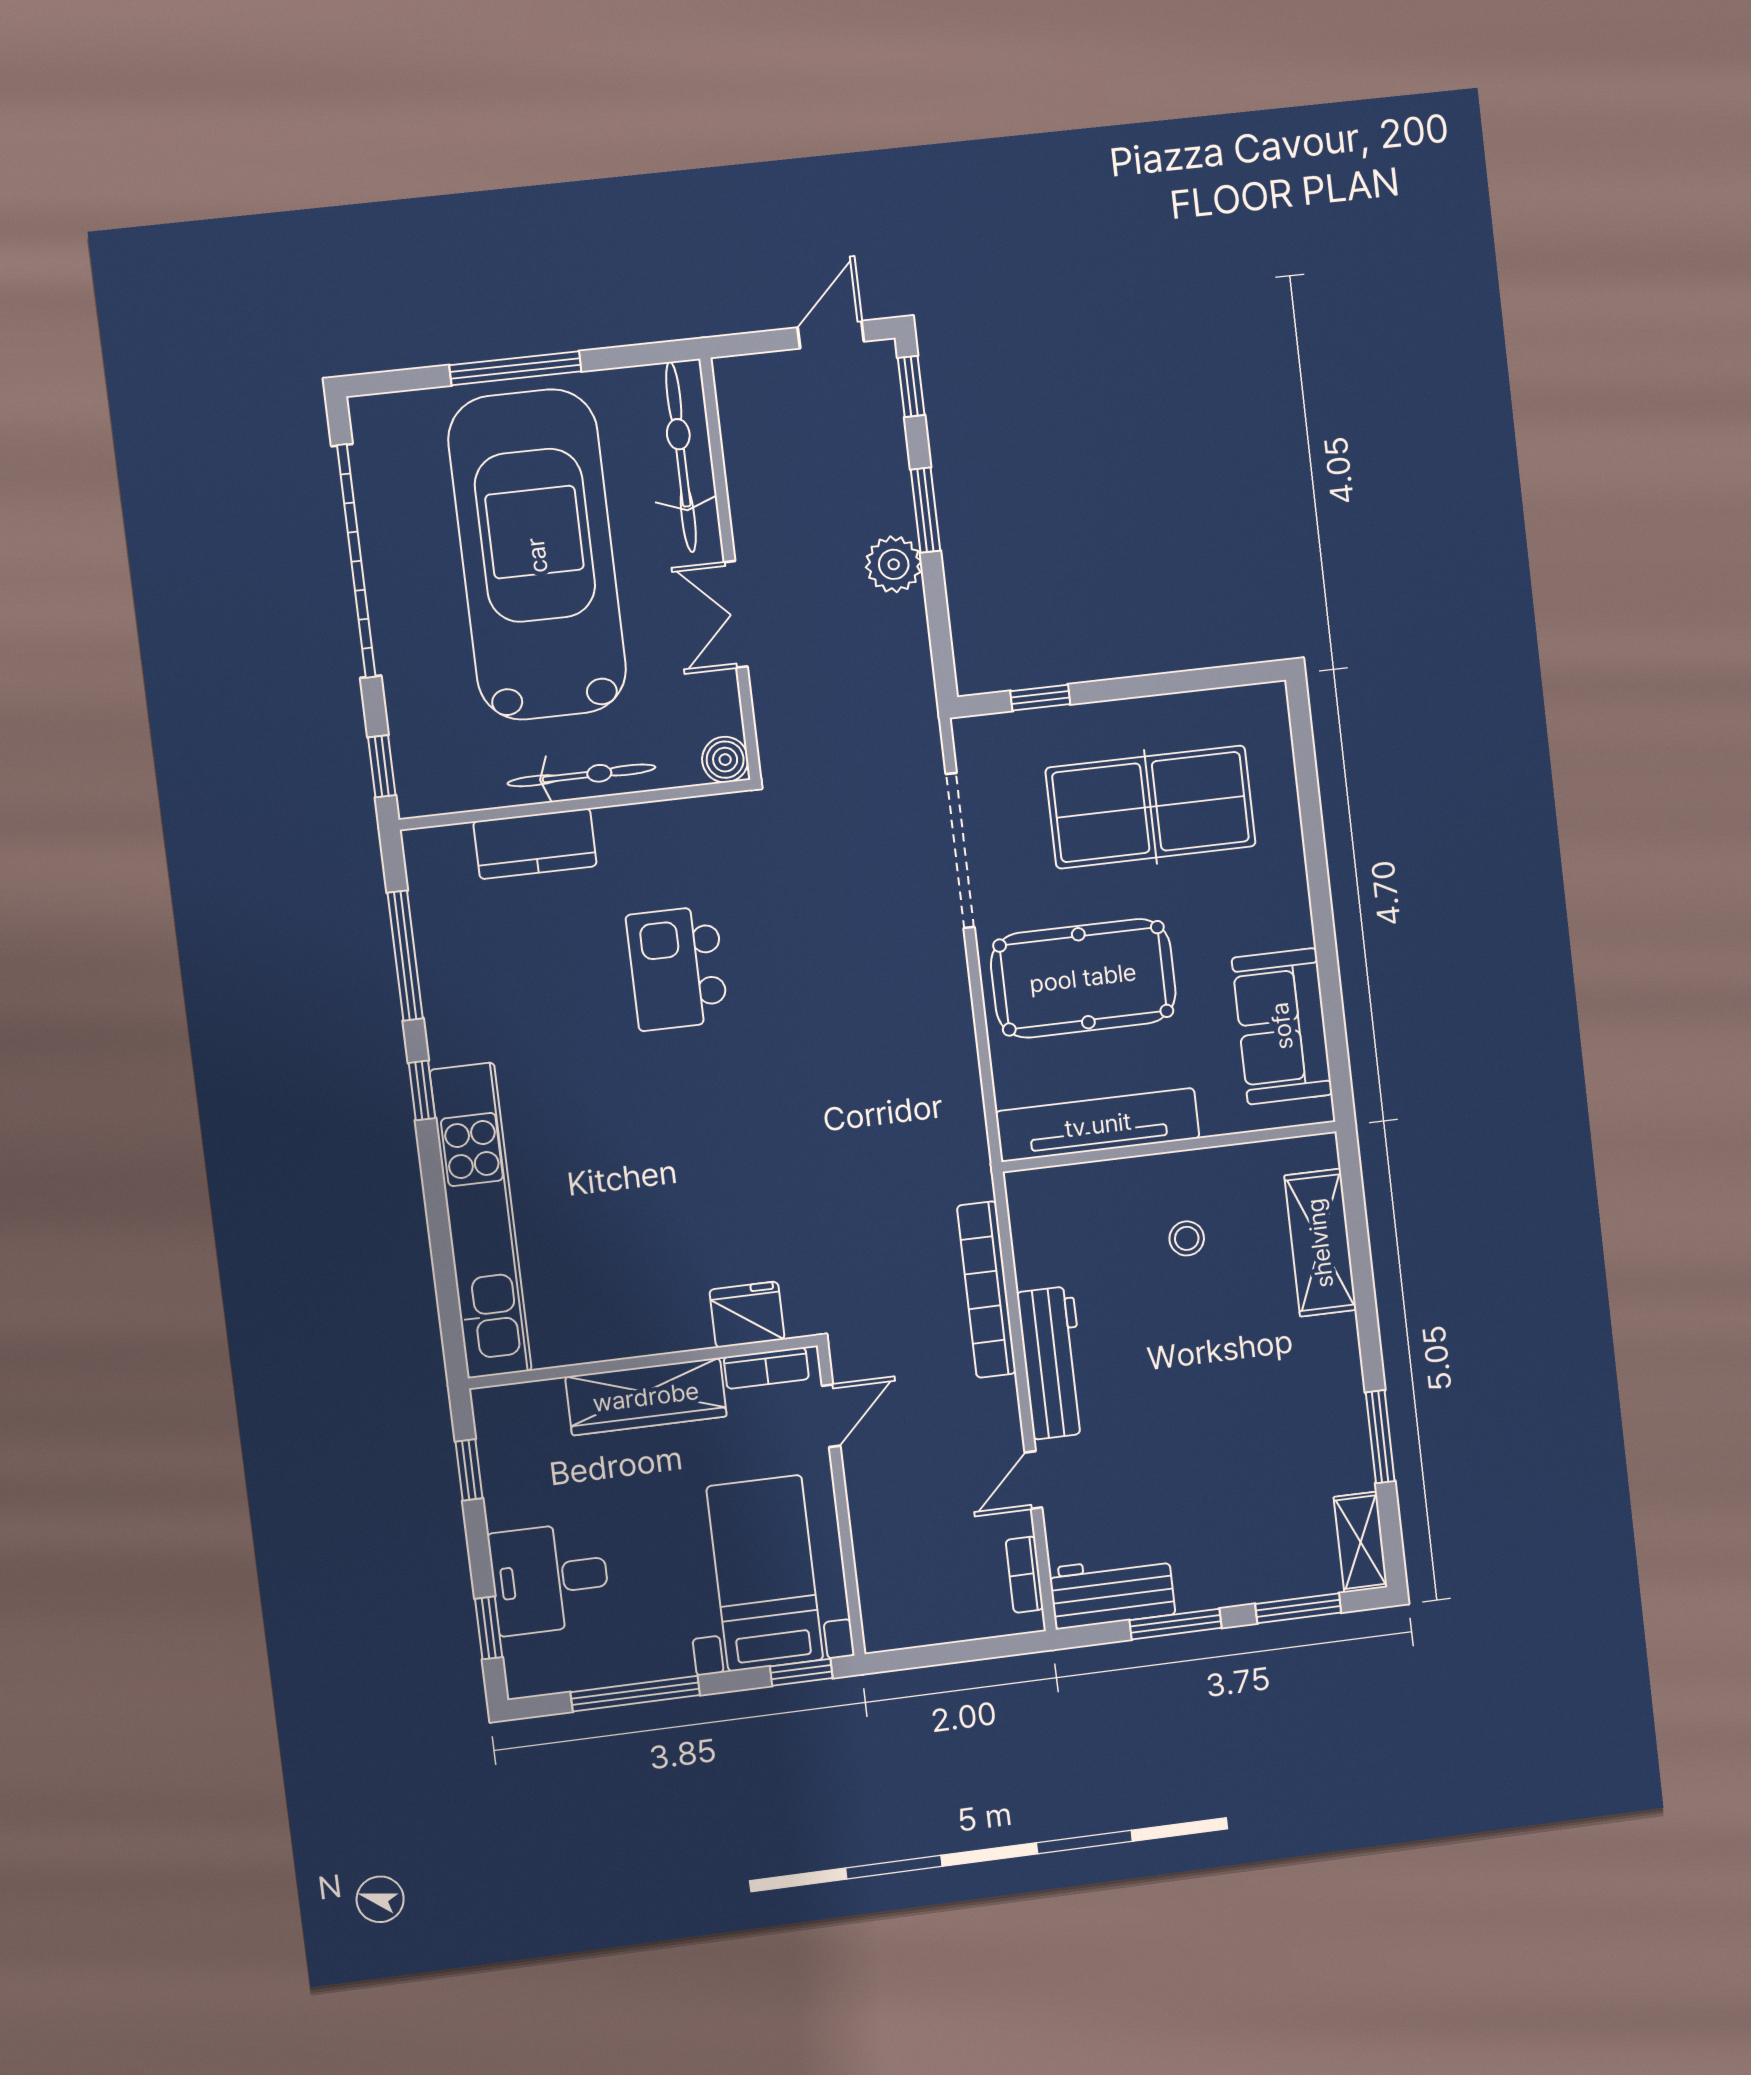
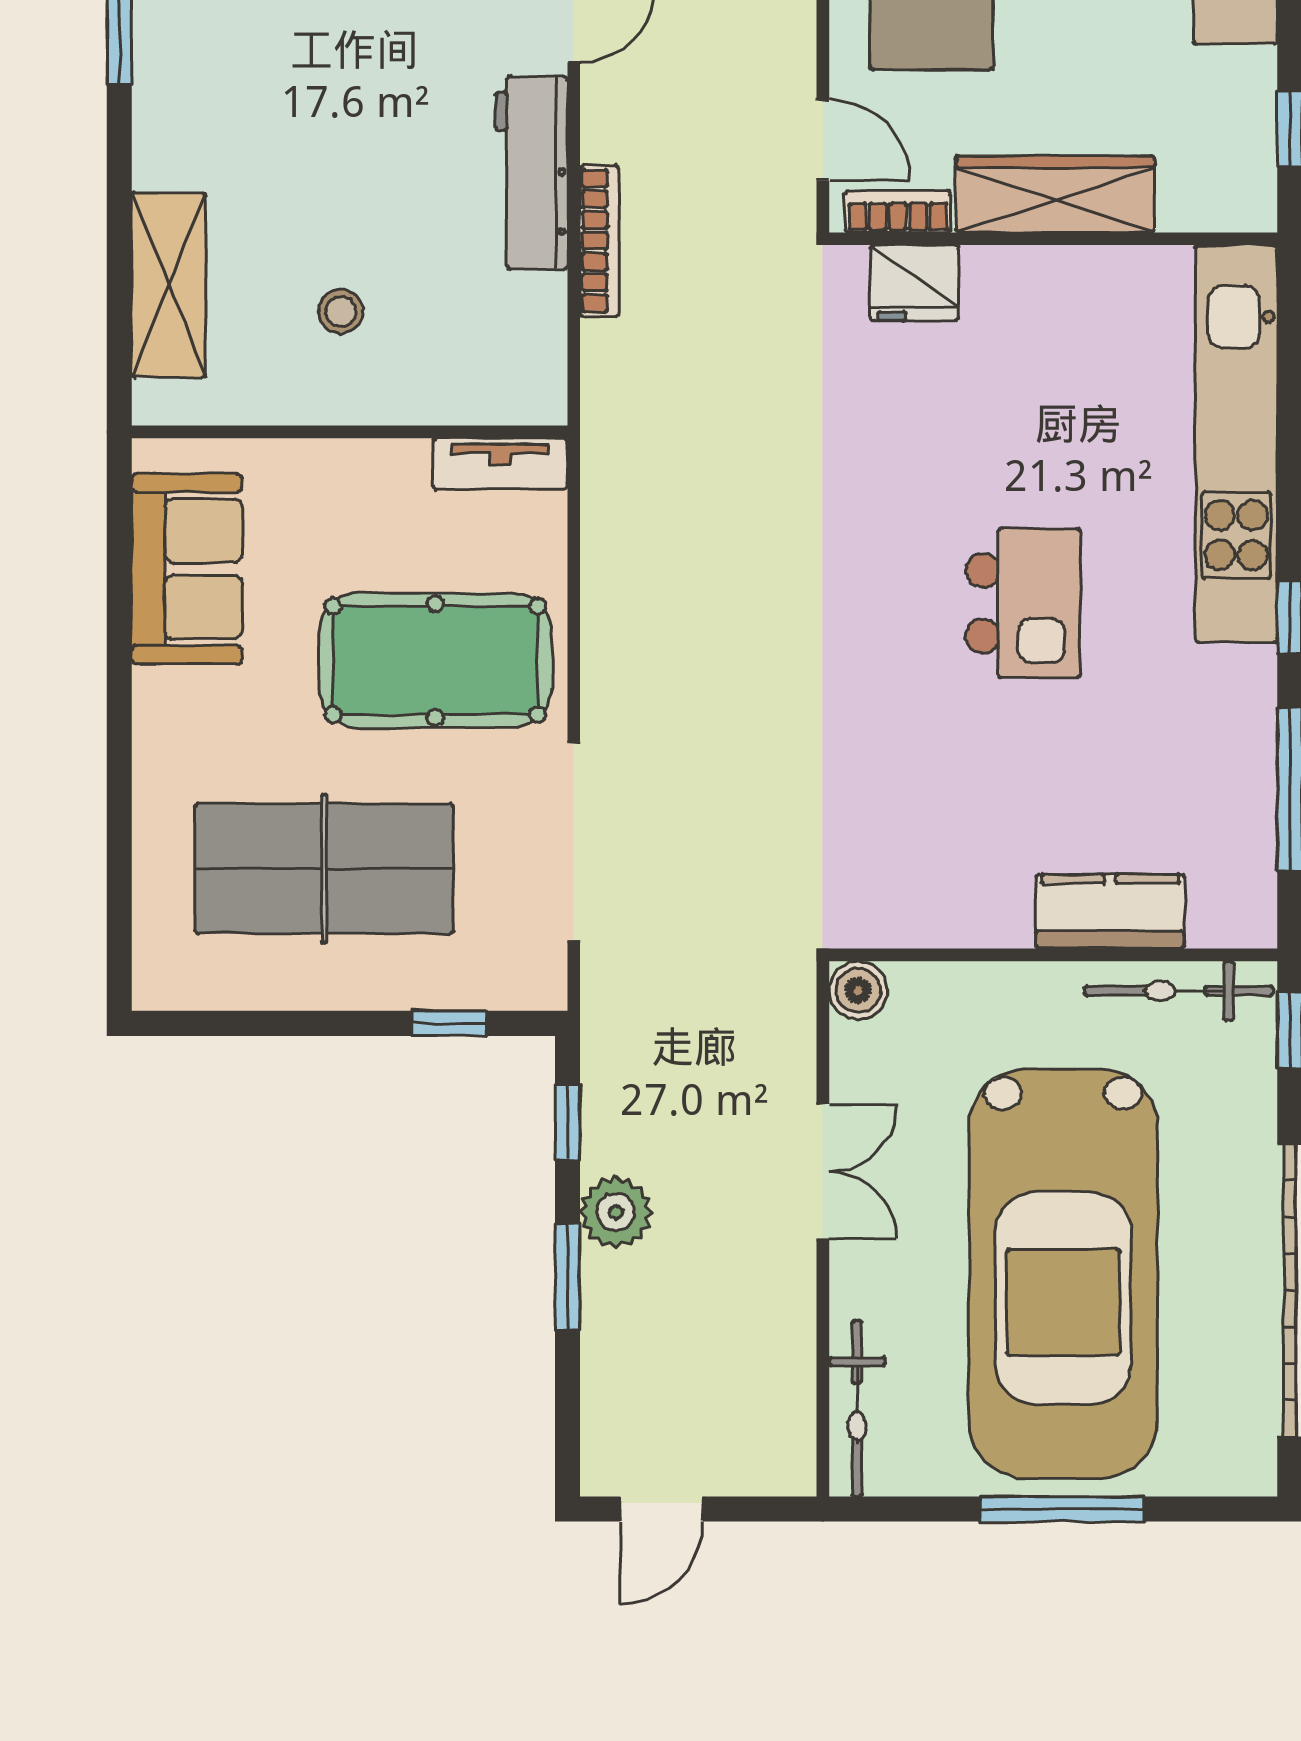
window: (911, 386) -> (568, 1122), moved
bicycle: (681, 457) -> (857, 1408), width x0.73, depth x0.71
bicycle: (582, 775) -> (1179, 991), moved
kitchen island: (677, 968) -> (1023, 603), moved
tv unit: (1098, 1125) -> (500, 464), width x0.52, depth x0.78
bookcase: (986, 1290) -> (599, 241), width x0.68, depth x0.76
door: (831, 1416) -> (823, 140), swing flipped

